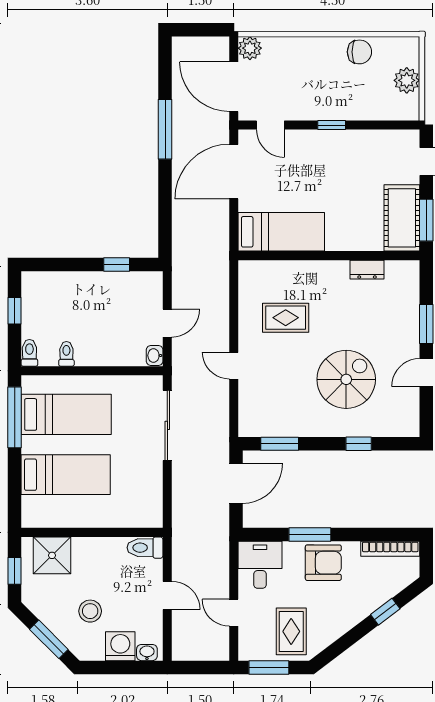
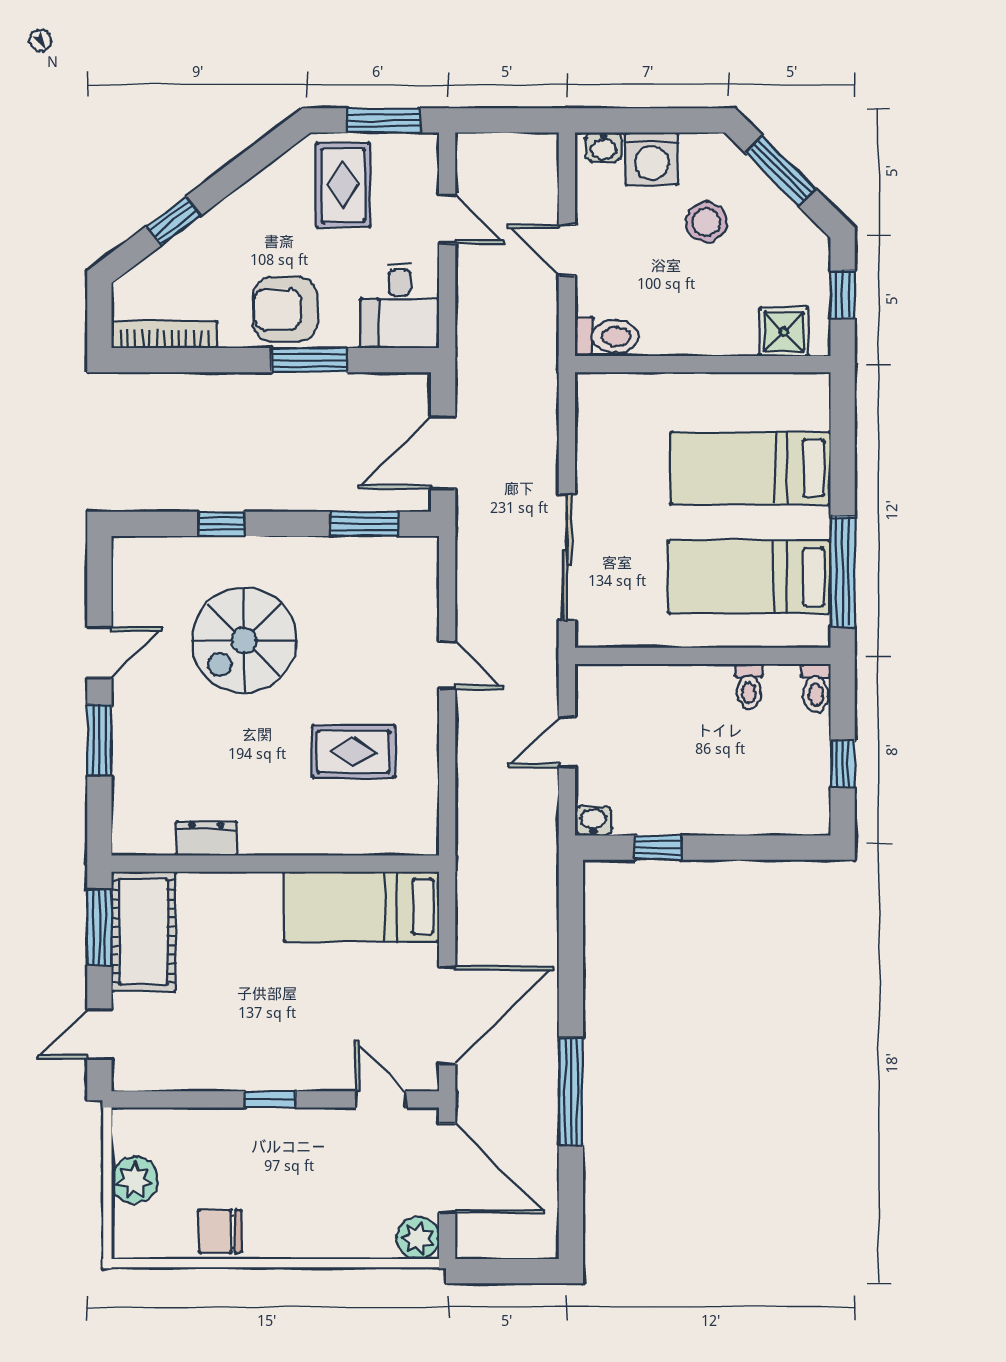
washbasin: (155, 355) -> (593, 821), moved, turned -90
shower: (52, 555) -> (784, 332), width x0.73, depth x0.73

